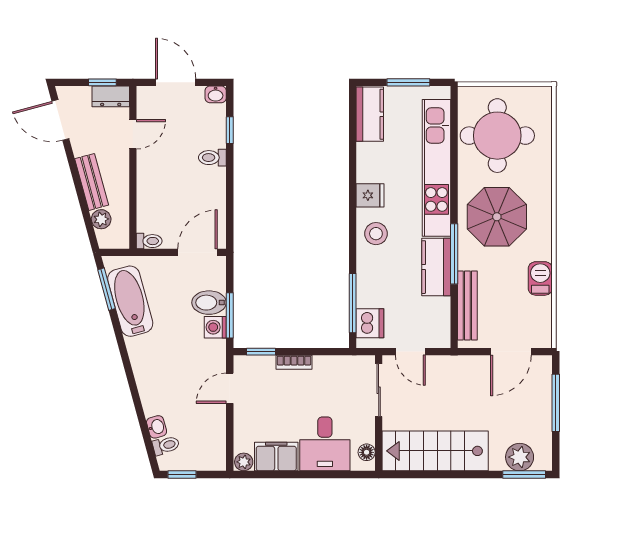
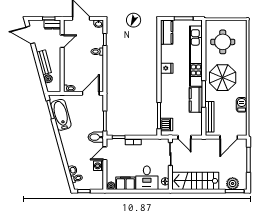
round table: (497, 136) -> (223, 42), width x0.73, depth x0.73
stool: (376, 234) -> (169, 85), removed
bidet: (209, 303) -> (96, 137), moved
washing machine: (215, 327) -> (99, 166), moved

